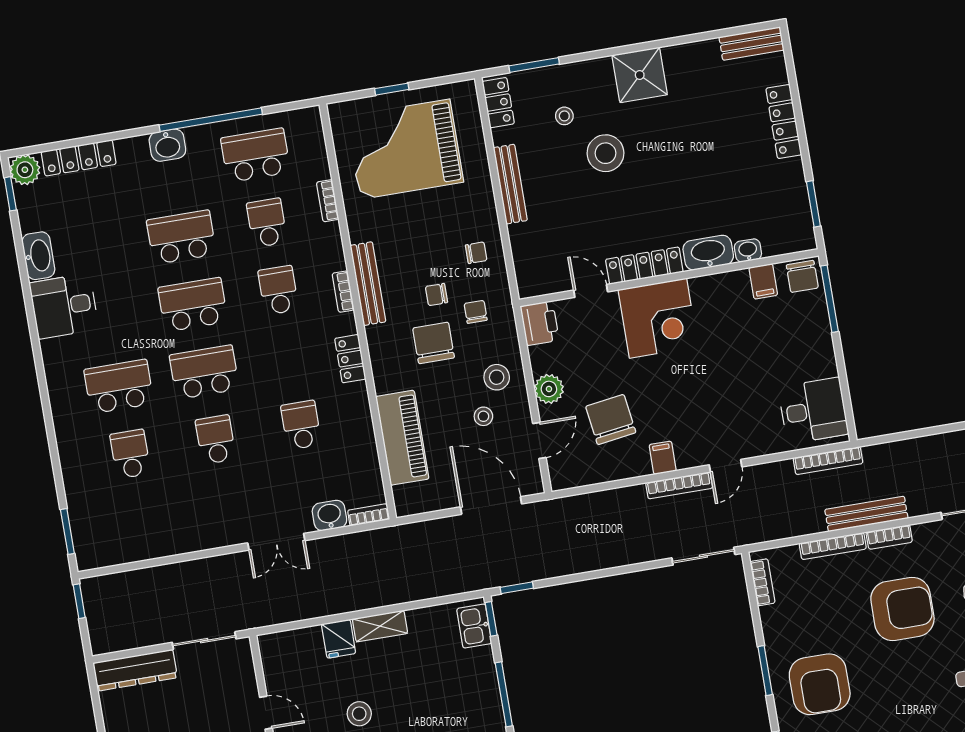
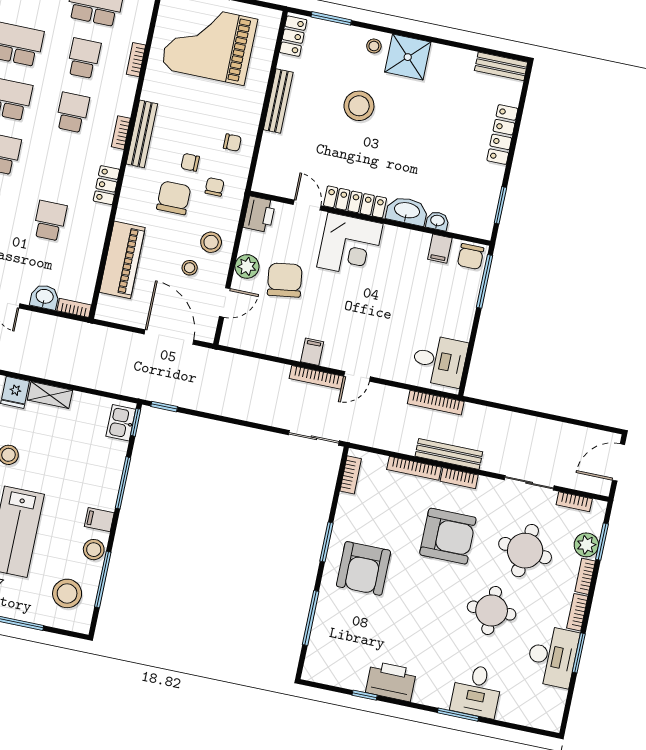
stool: (564, 116) -> (374, 46), moved
chair: (611, 419) -> (285, 280), moved

